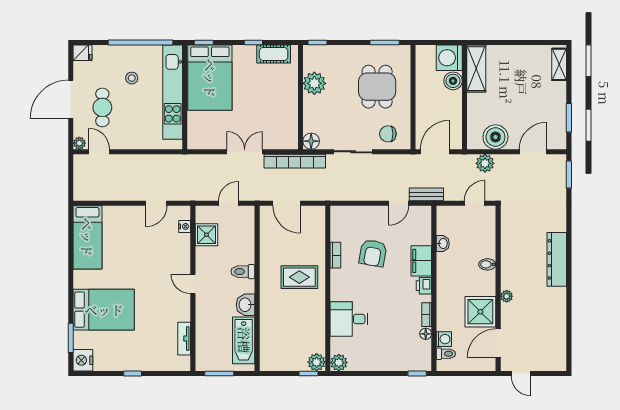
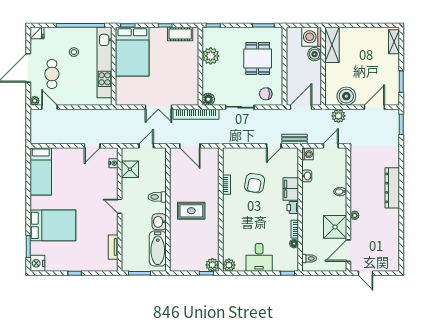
double door: (245, 152) -> (158, 107), swing flipped
rug: (299, 277) -> (191, 211), moved
desk: (349, 319) -> (259, 257), moved, turned -90
washing machine: (444, 339) -> (308, 154), moved

